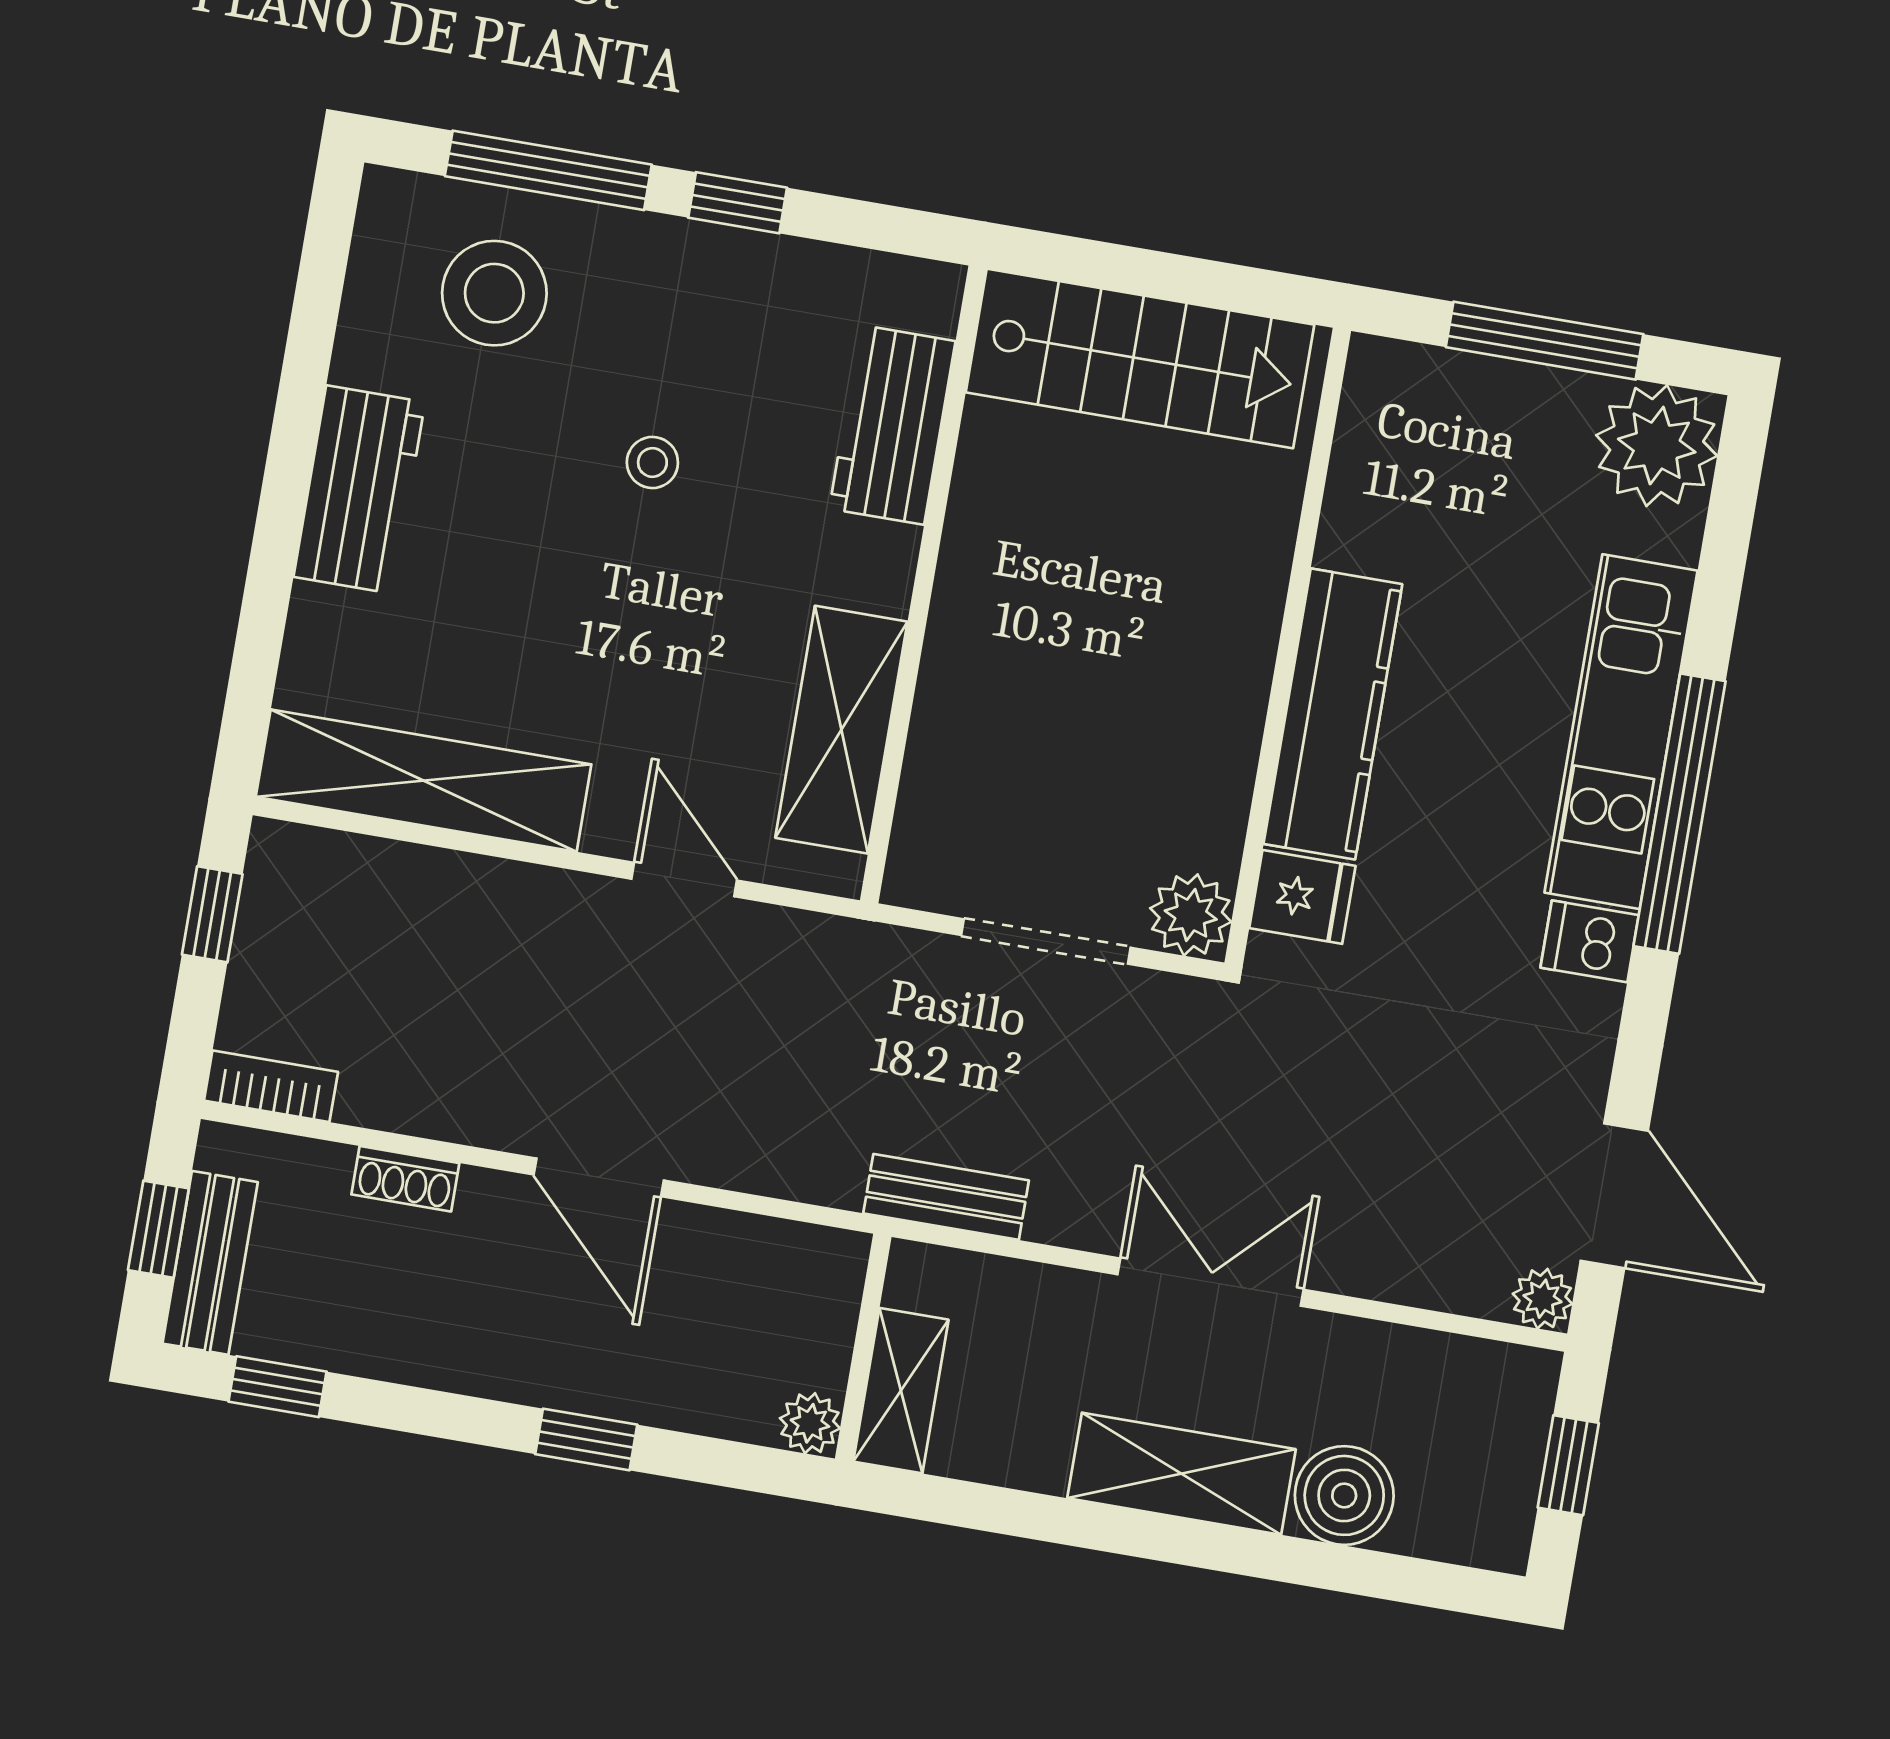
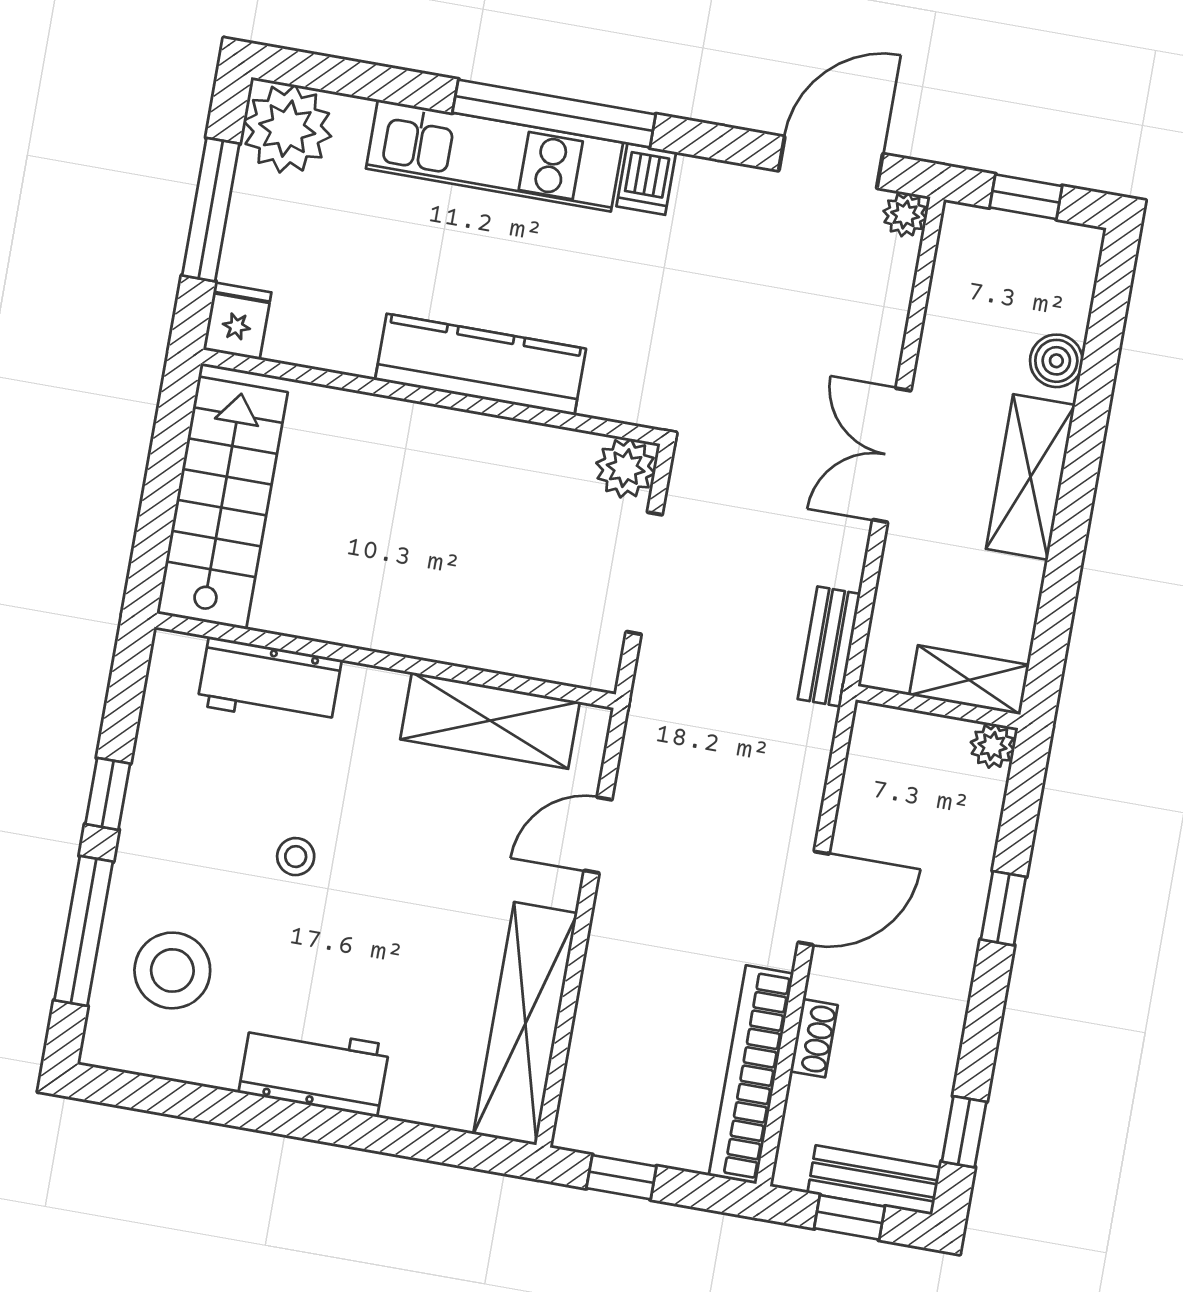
fridge: (1302, 897) -> (237, 321), moved
bookcase: (271, 1086) -> (751, 1075), width x2.31, depth x1.31
boiler: (1344, 1495) -> (1056, 361), width x0.73, depth x0.73

